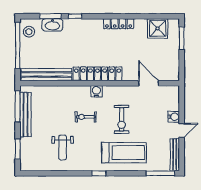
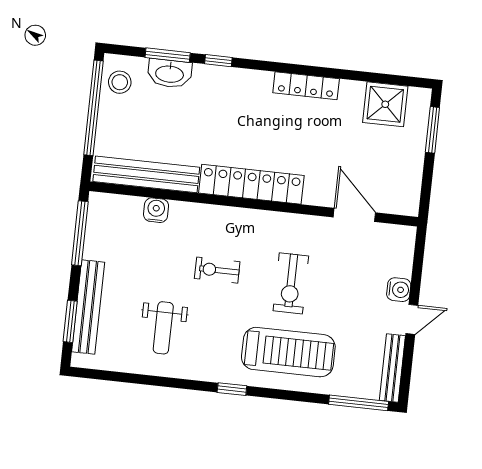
water cooler: (96, 91) -> (156, 210), moved
bench: (25, 115) -> (88, 307), moved

